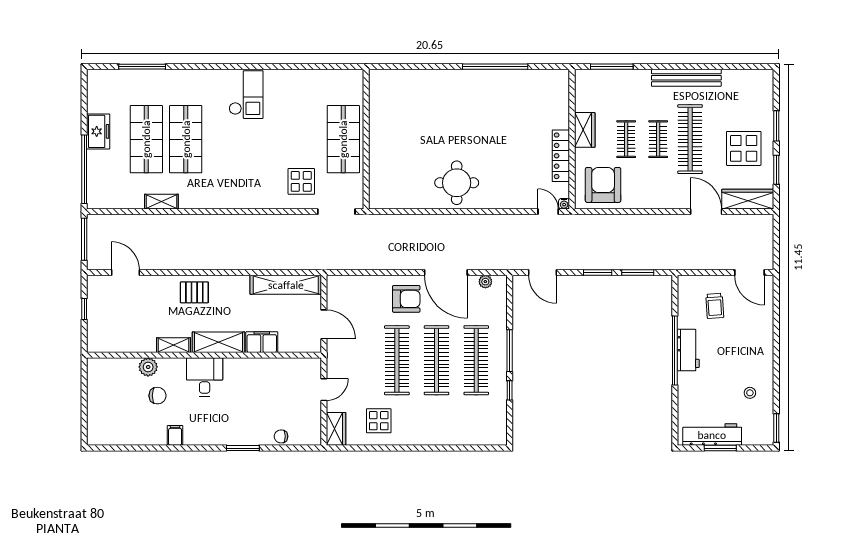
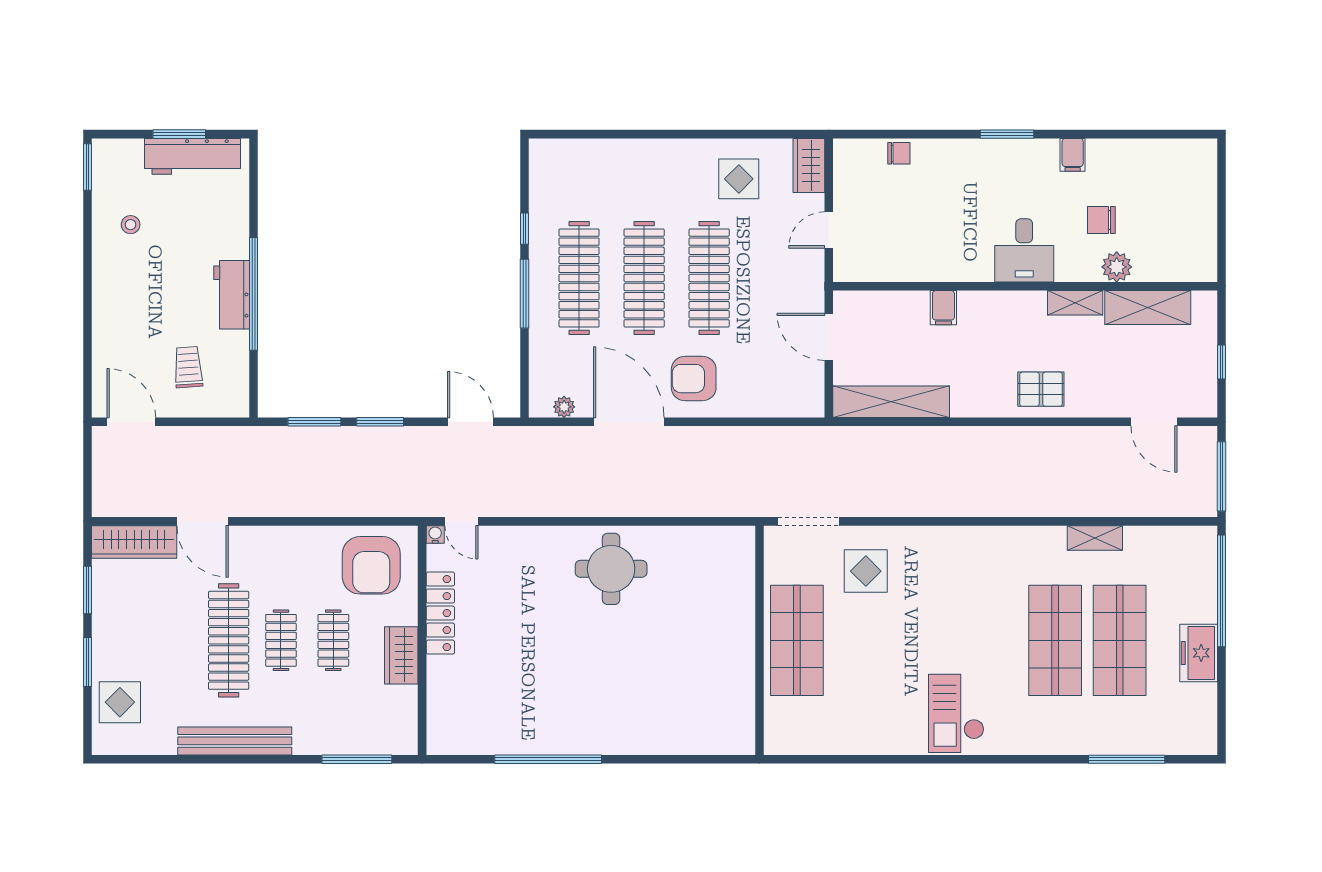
display table: (744, 148) -> (120, 702), moved, width x0.73, depth x0.73
shelving: (219, 342) -> (1148, 308), moved
filing cabinet: (262, 342) -> (943, 308), width x0.50
window: (243, 448) -> (1007, 134), moved

